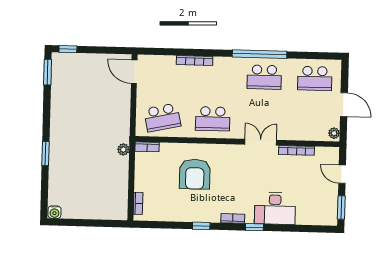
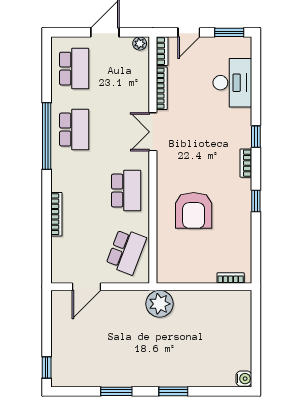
window: (48, 72) -> (116, 391), moved
door: (134, 72) -> (87, 287), moved
school desk: (162, 117) -> (126, 252), turned 33
bookcase: (147, 147) -> (162, 51), moved
plant: (123, 149) -> (160, 304), width x1.88, depth x1.88
armchair: (195, 174) -> (194, 210), turned 90
desk: (275, 208) -> (232, 83), moved

